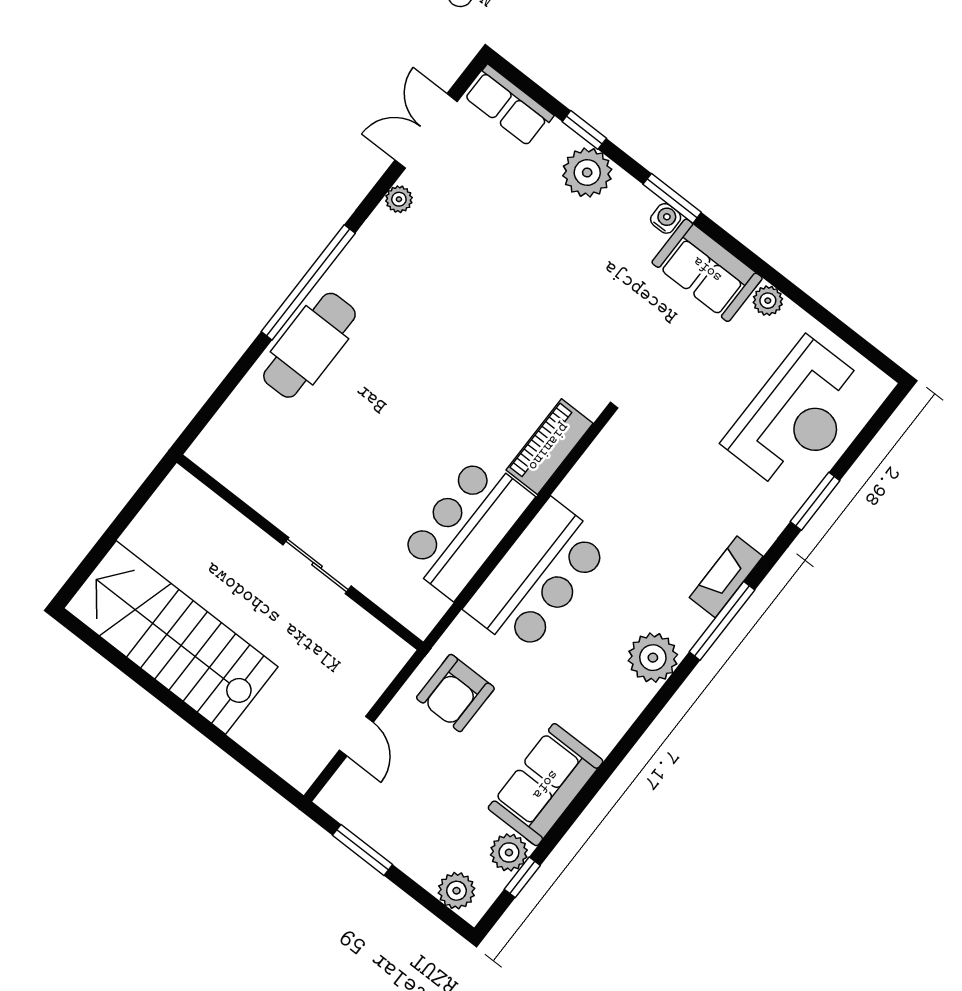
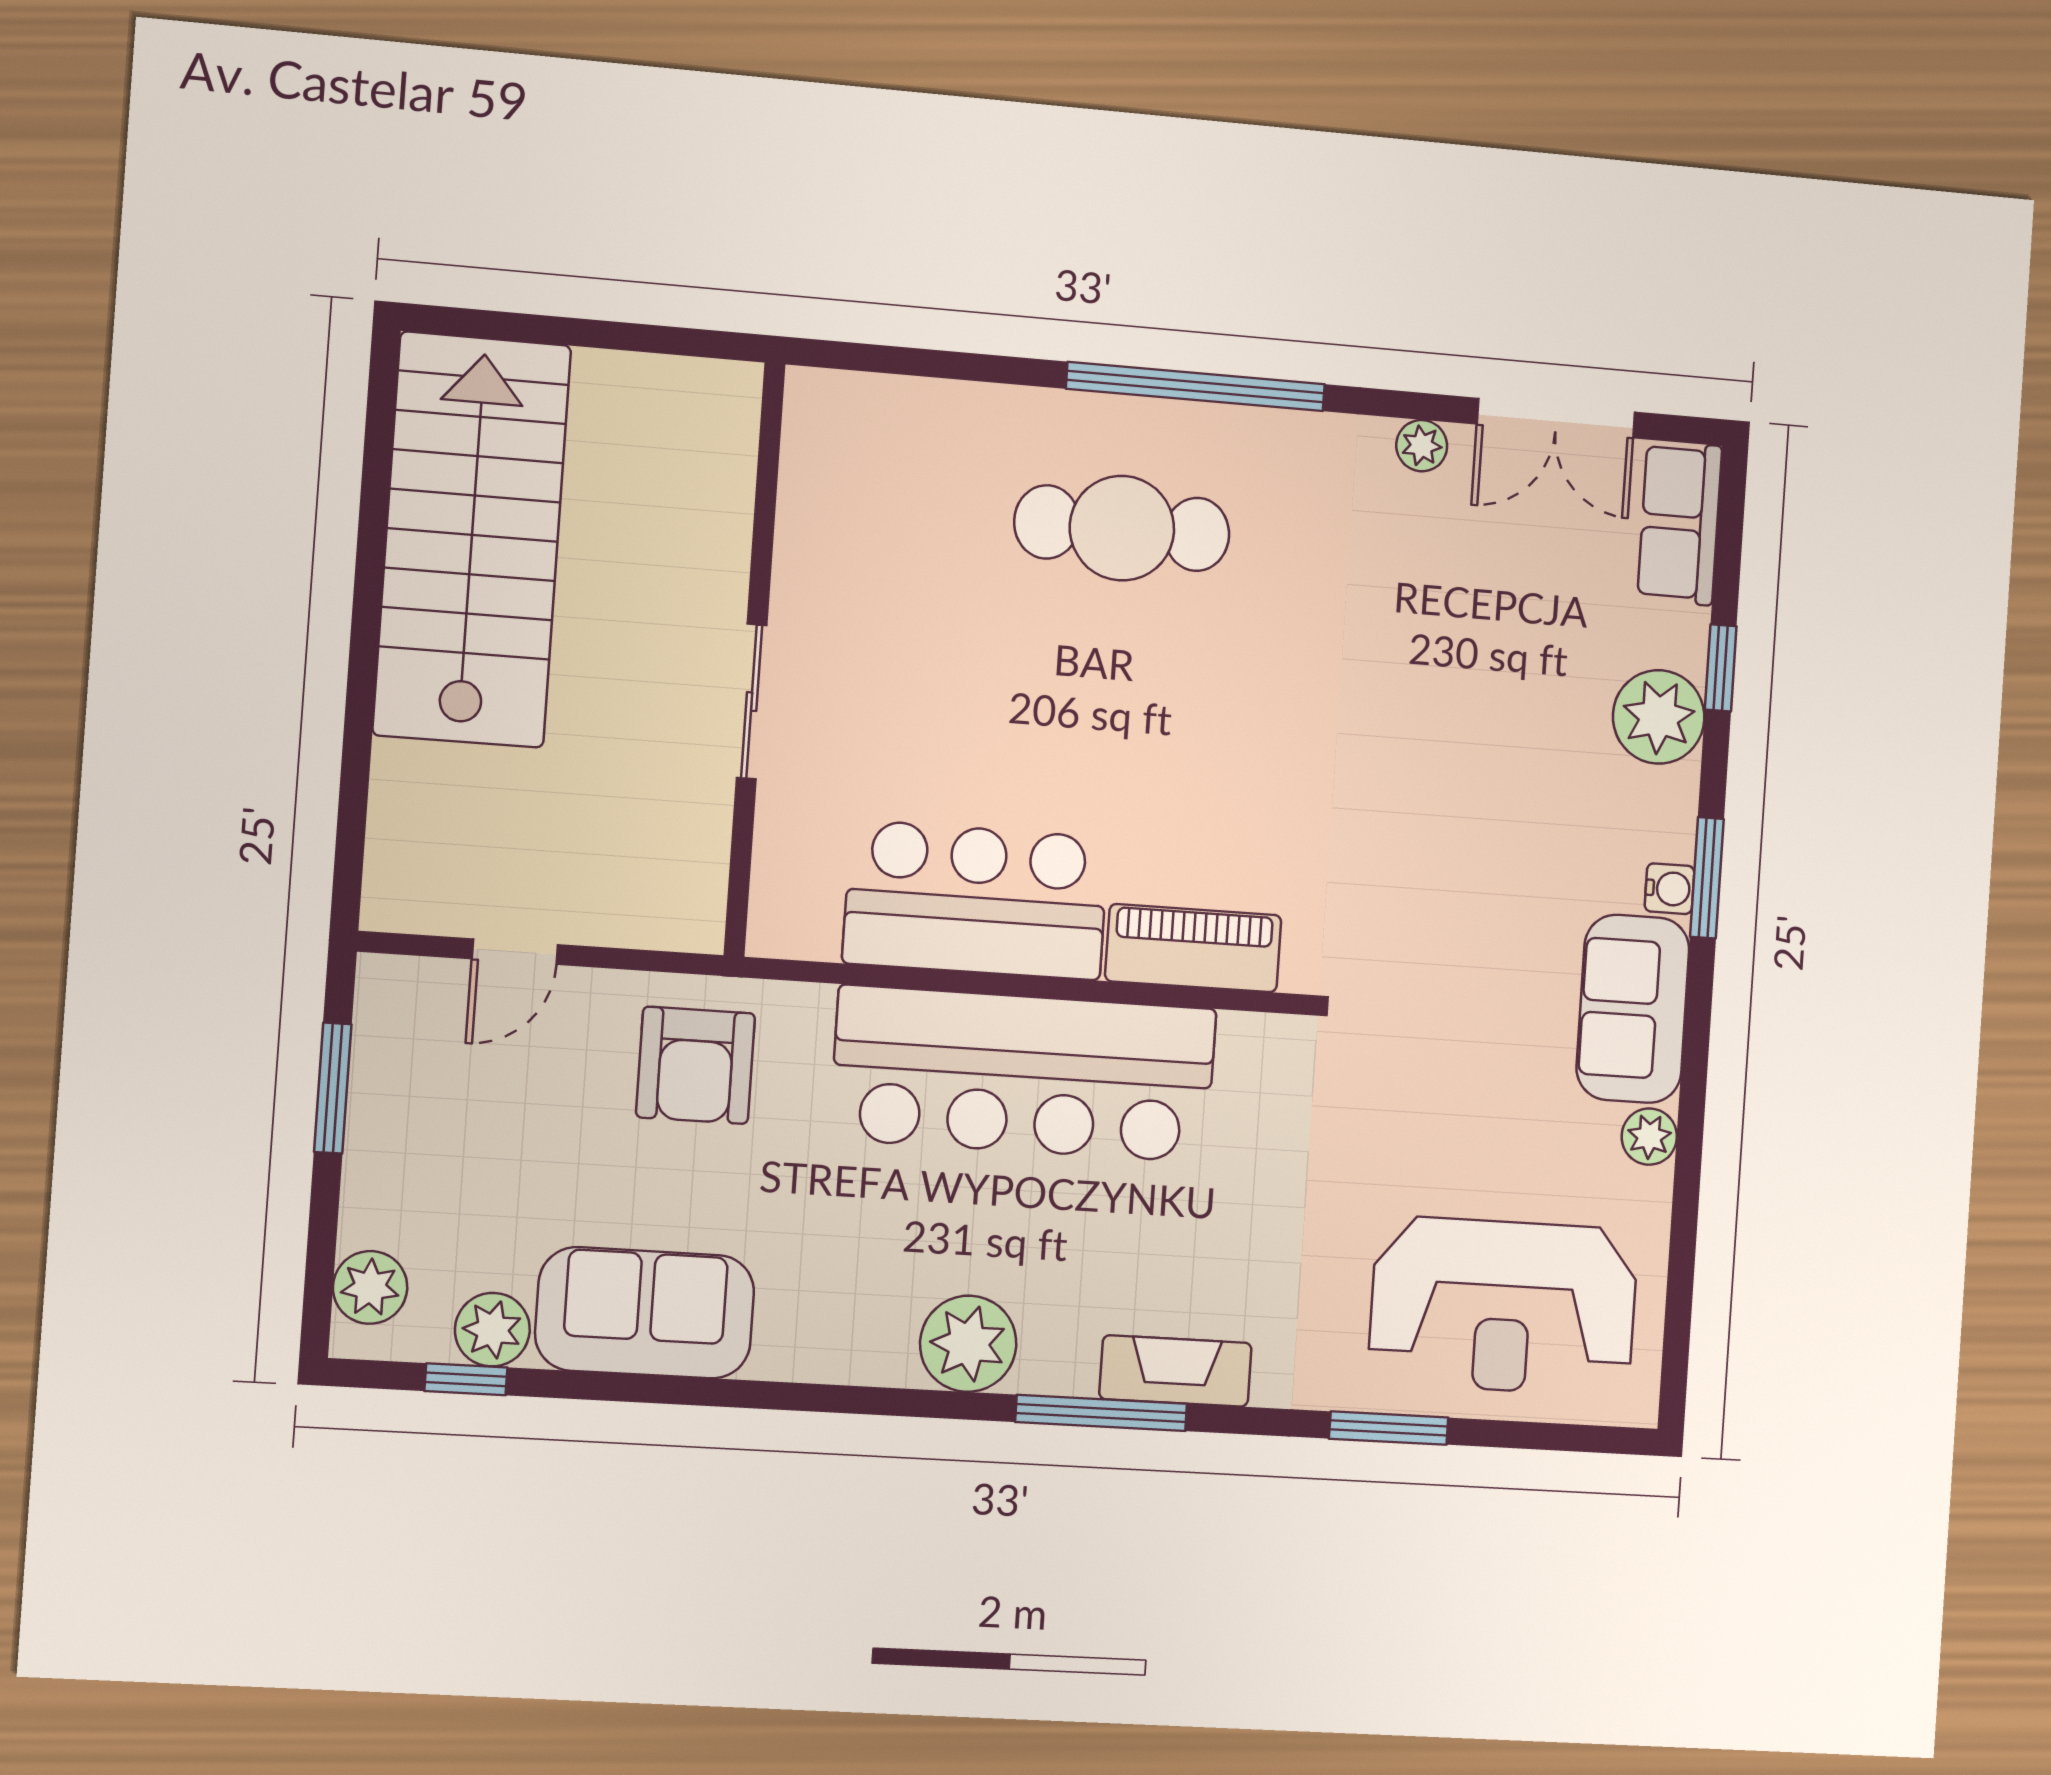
double door: (426, 131) -> (1556, 418), swing flipped
cafe table: (309, 345) -> (1122, 528), moved
bar counter: (538, 577) -> (1024, 1074), width x1.36
armchair: (455, 693) -> (696, 1065), turned -90

